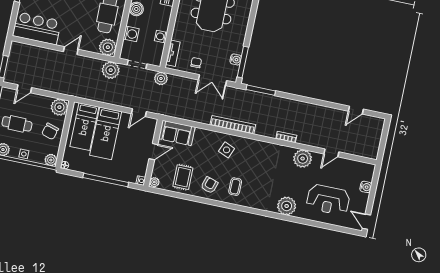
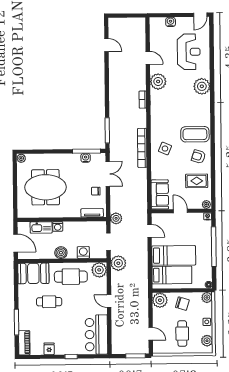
washing machine: (161, 37) -> (58, 226), moved
coffee table: (235, 187) -> (195, 134), width x1.86, depth x1.72

